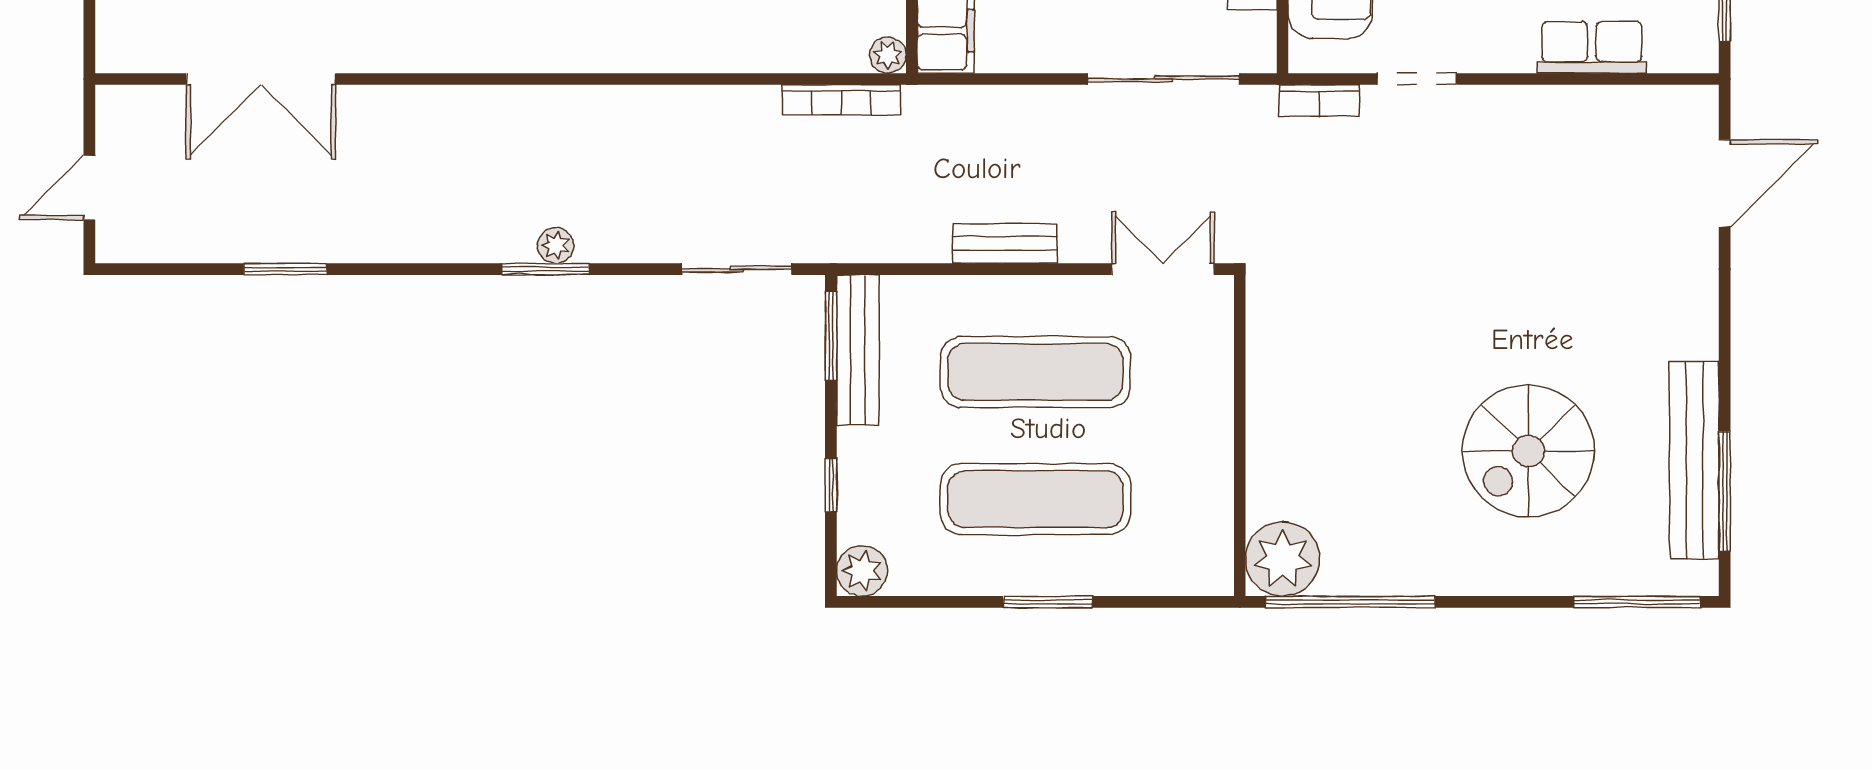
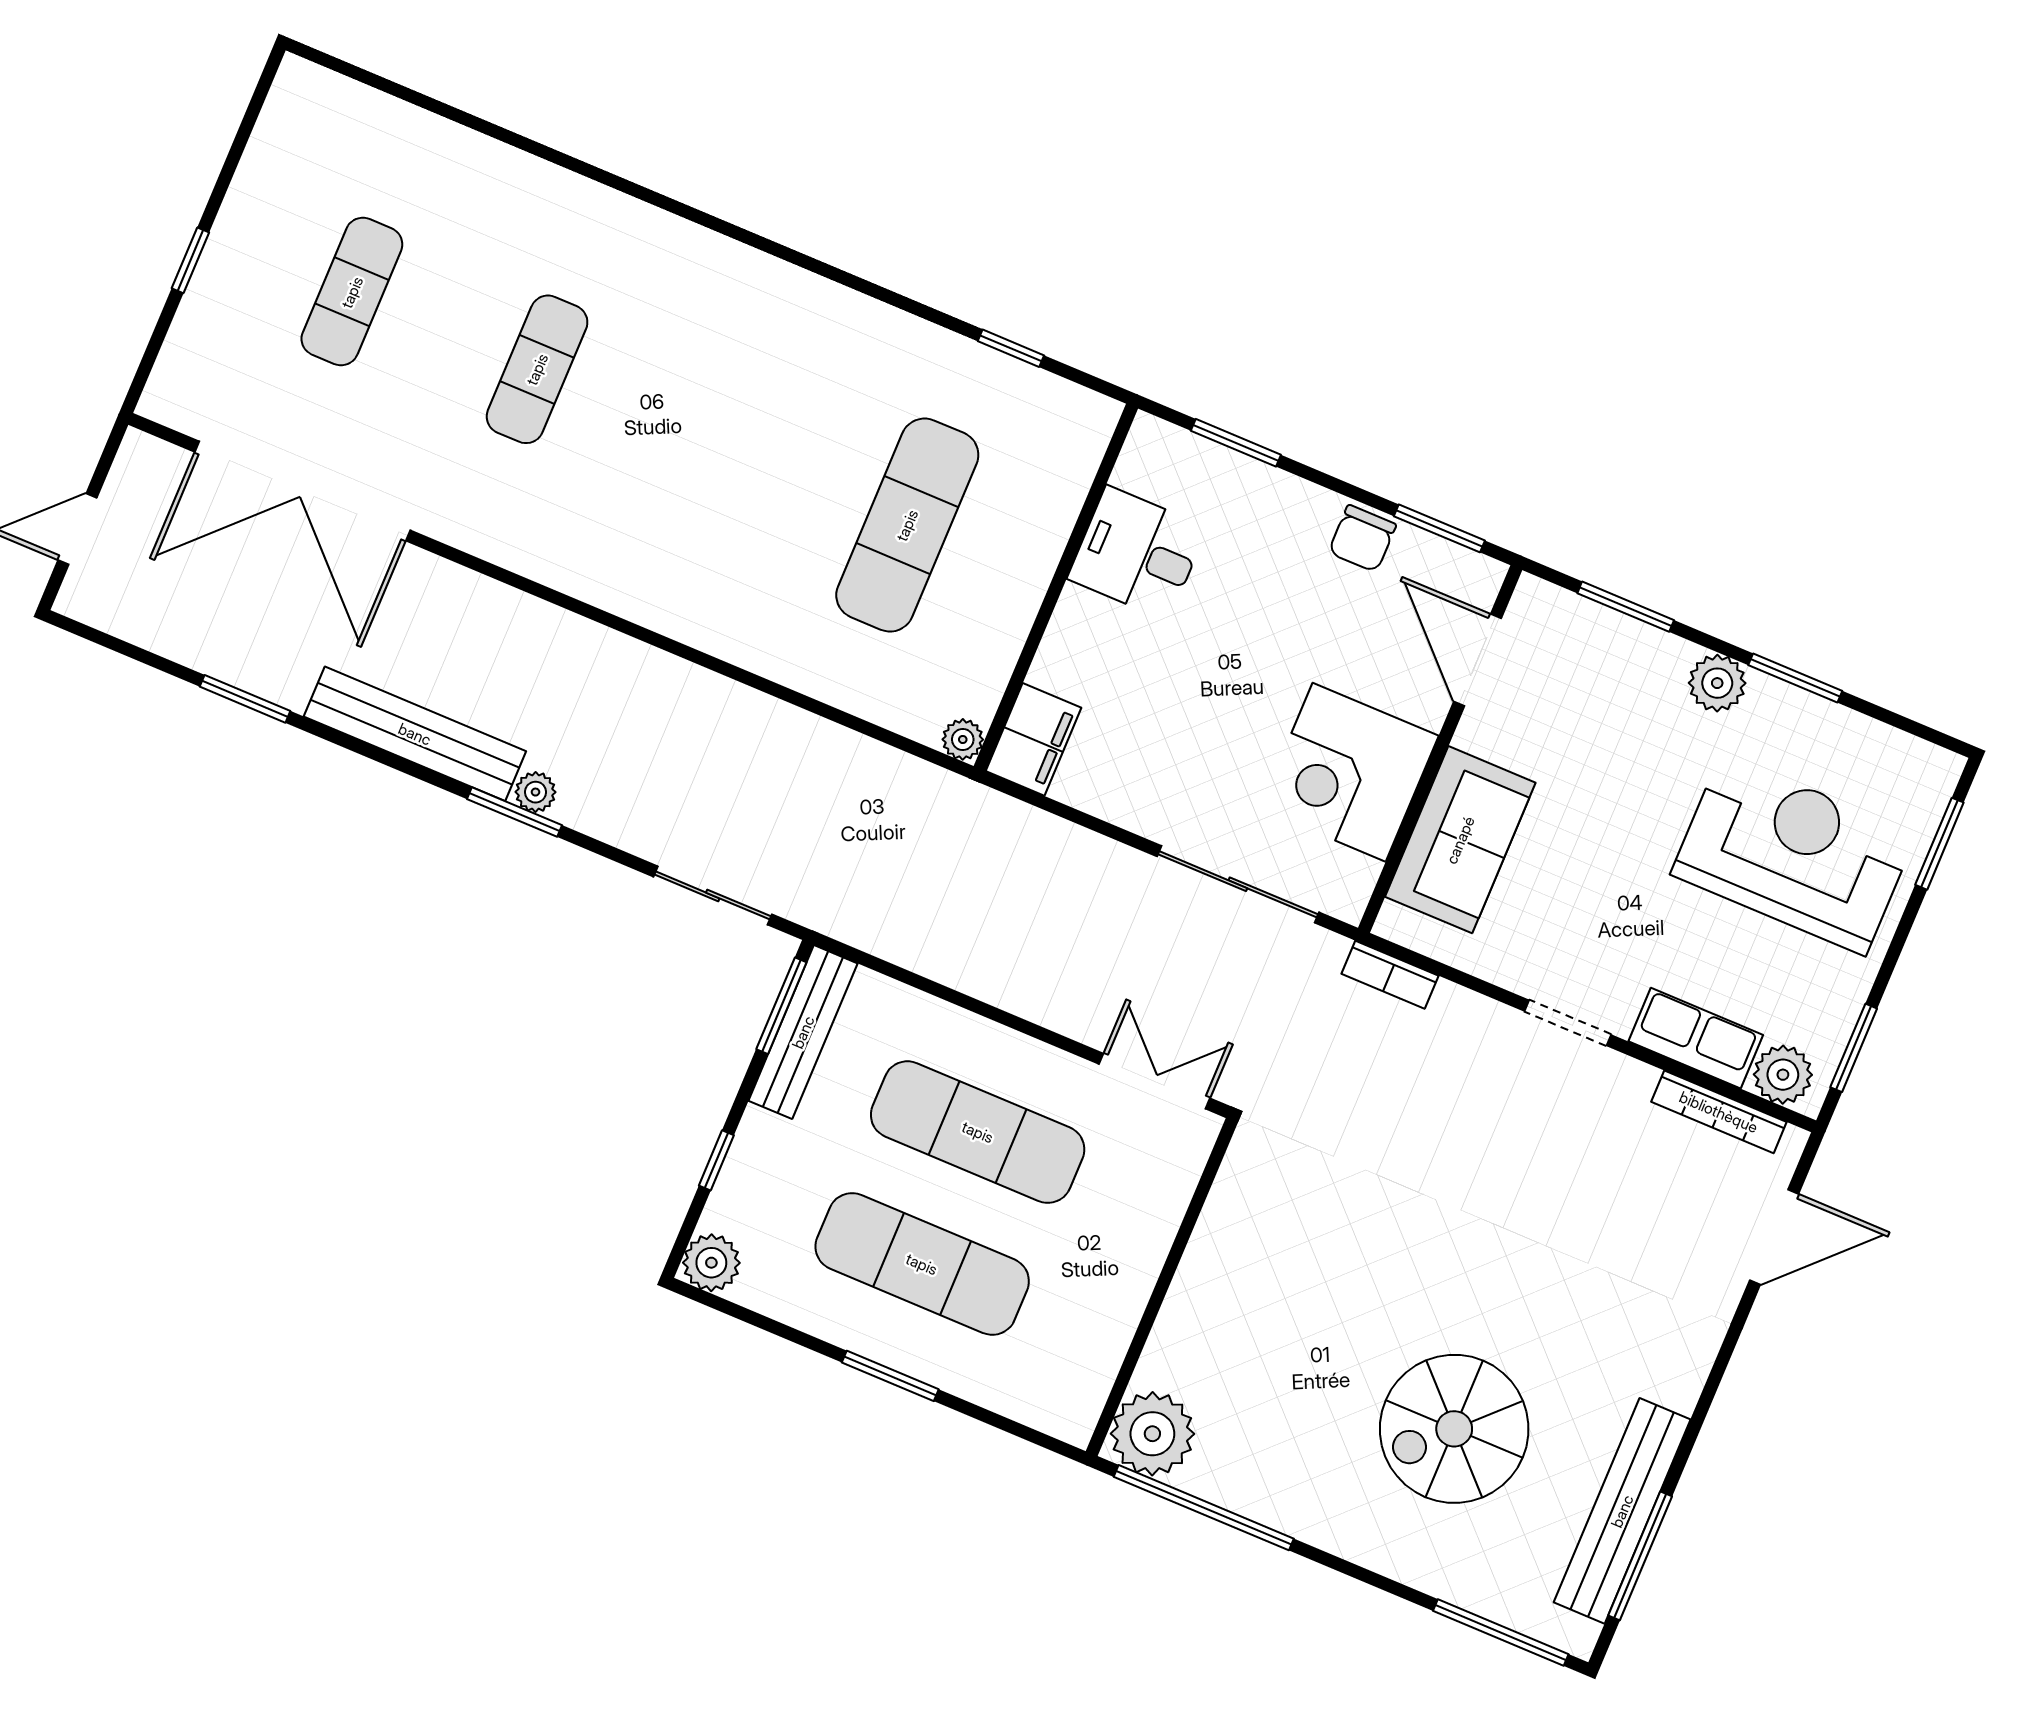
plant: (1676, 47) -> (1783, 1075), added
double door: (261, 79) -> (302, 491), width x1.36
doorway: (1417, 79) -> (1568, 1023), moved
bookcase: (841, 100) -> (1719, 1112), moved
bench: (1005, 244) -> (415, 734), moved, width x1.86, depth x1.21

